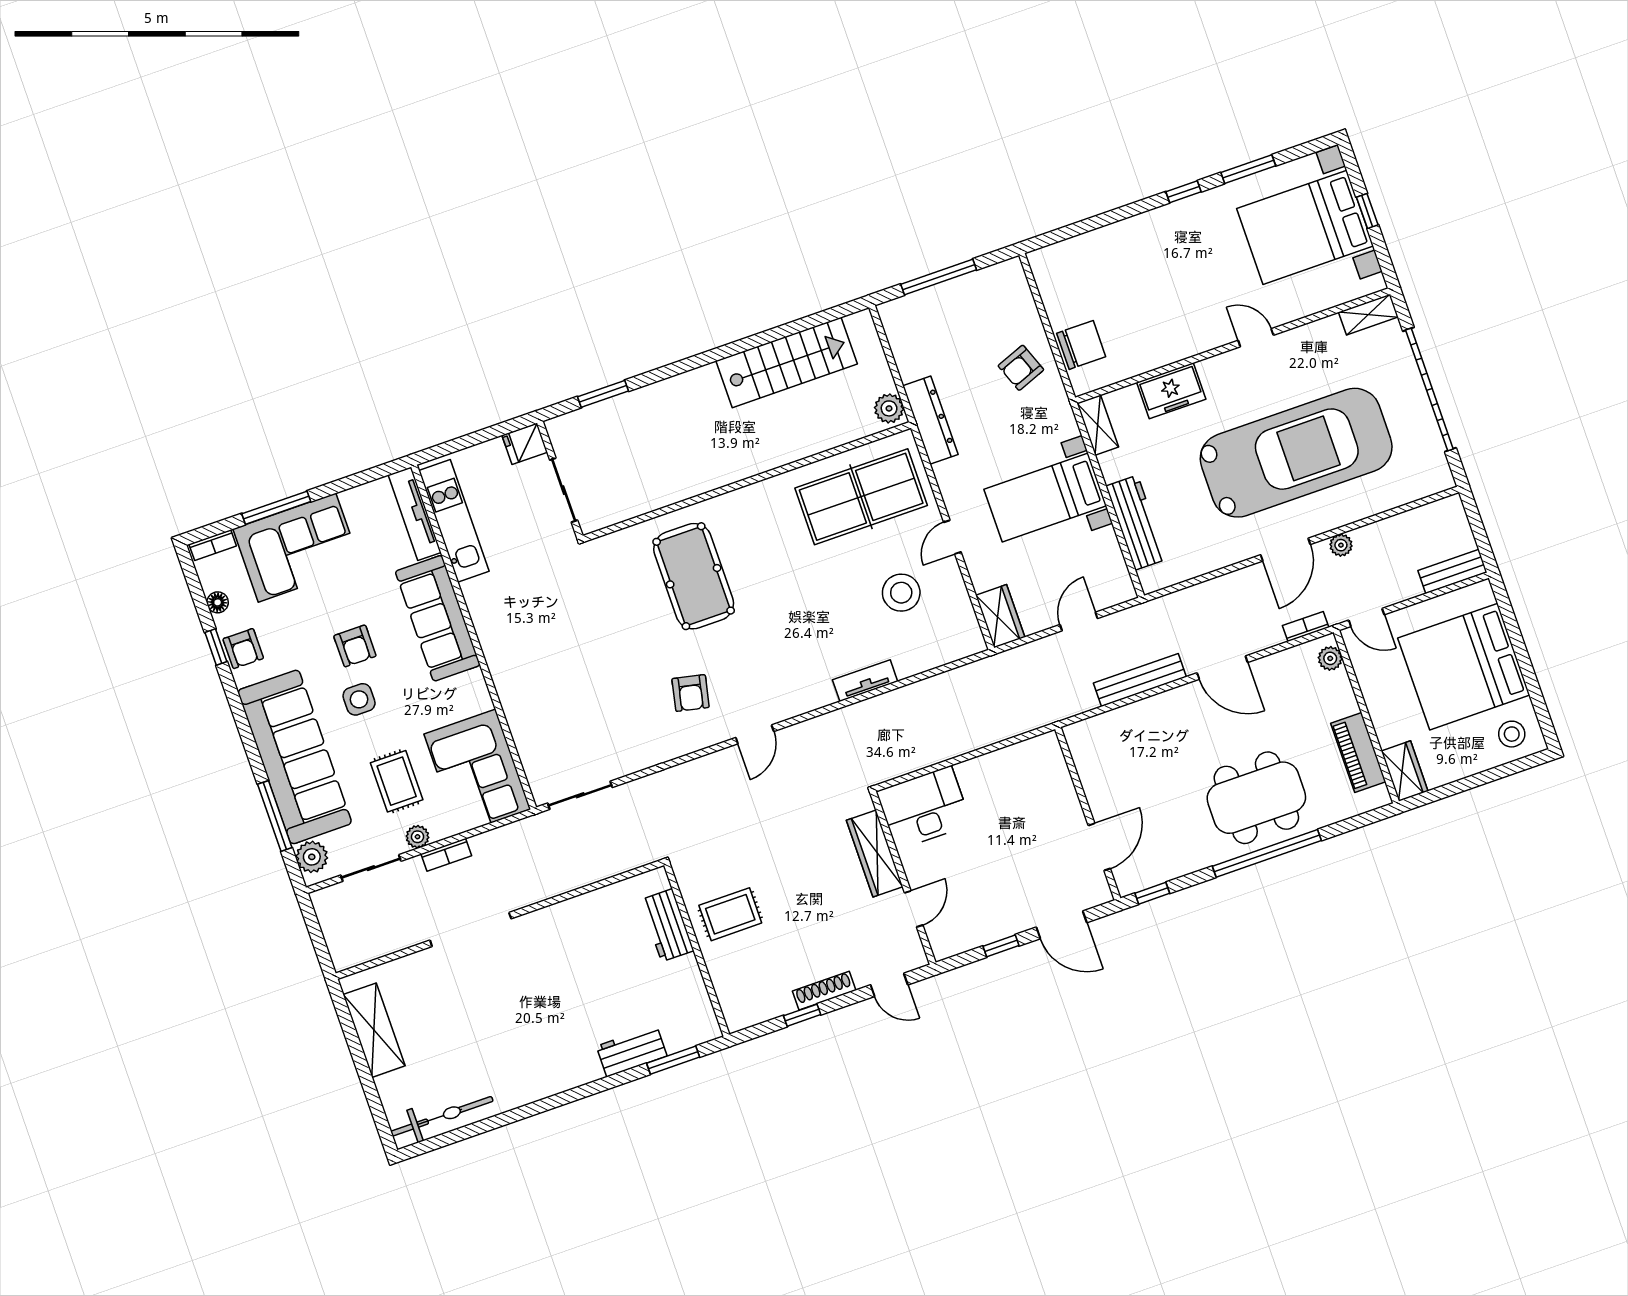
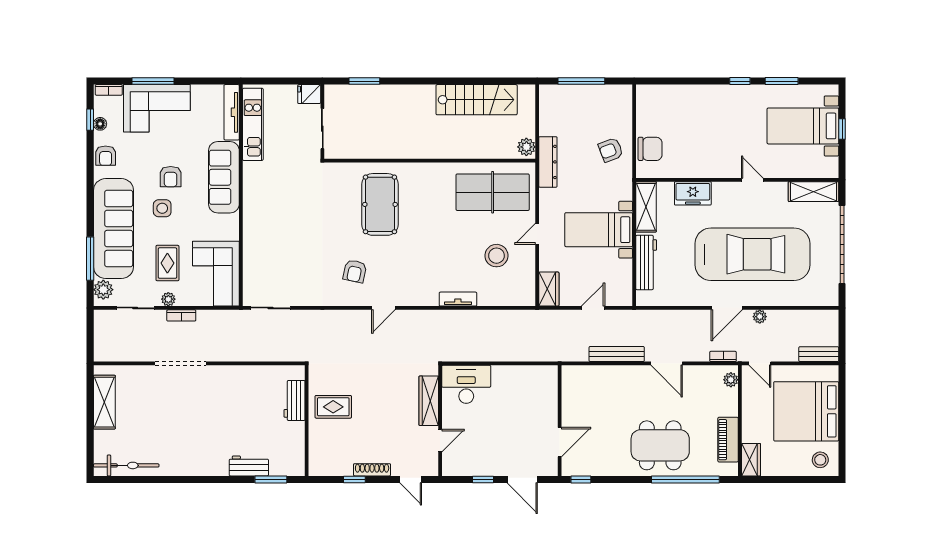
bed with nightstands: (1305, 227) -> (803, 126), width x0.73
shelving: (1368, 315) -> (813, 192), width x1.50, depth x1.33
shelving: (1098, 425) -> (646, 207), width x1.50, depth x1.33
window: (216, 647) -> (90, 120), moved
window: (1267, 853) -> (685, 479), moved

